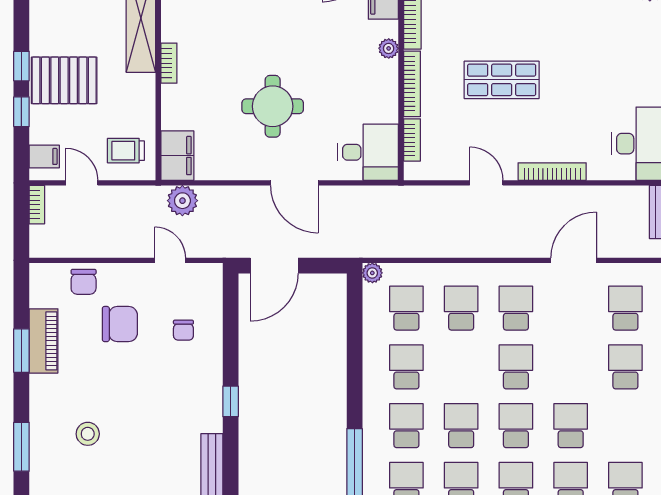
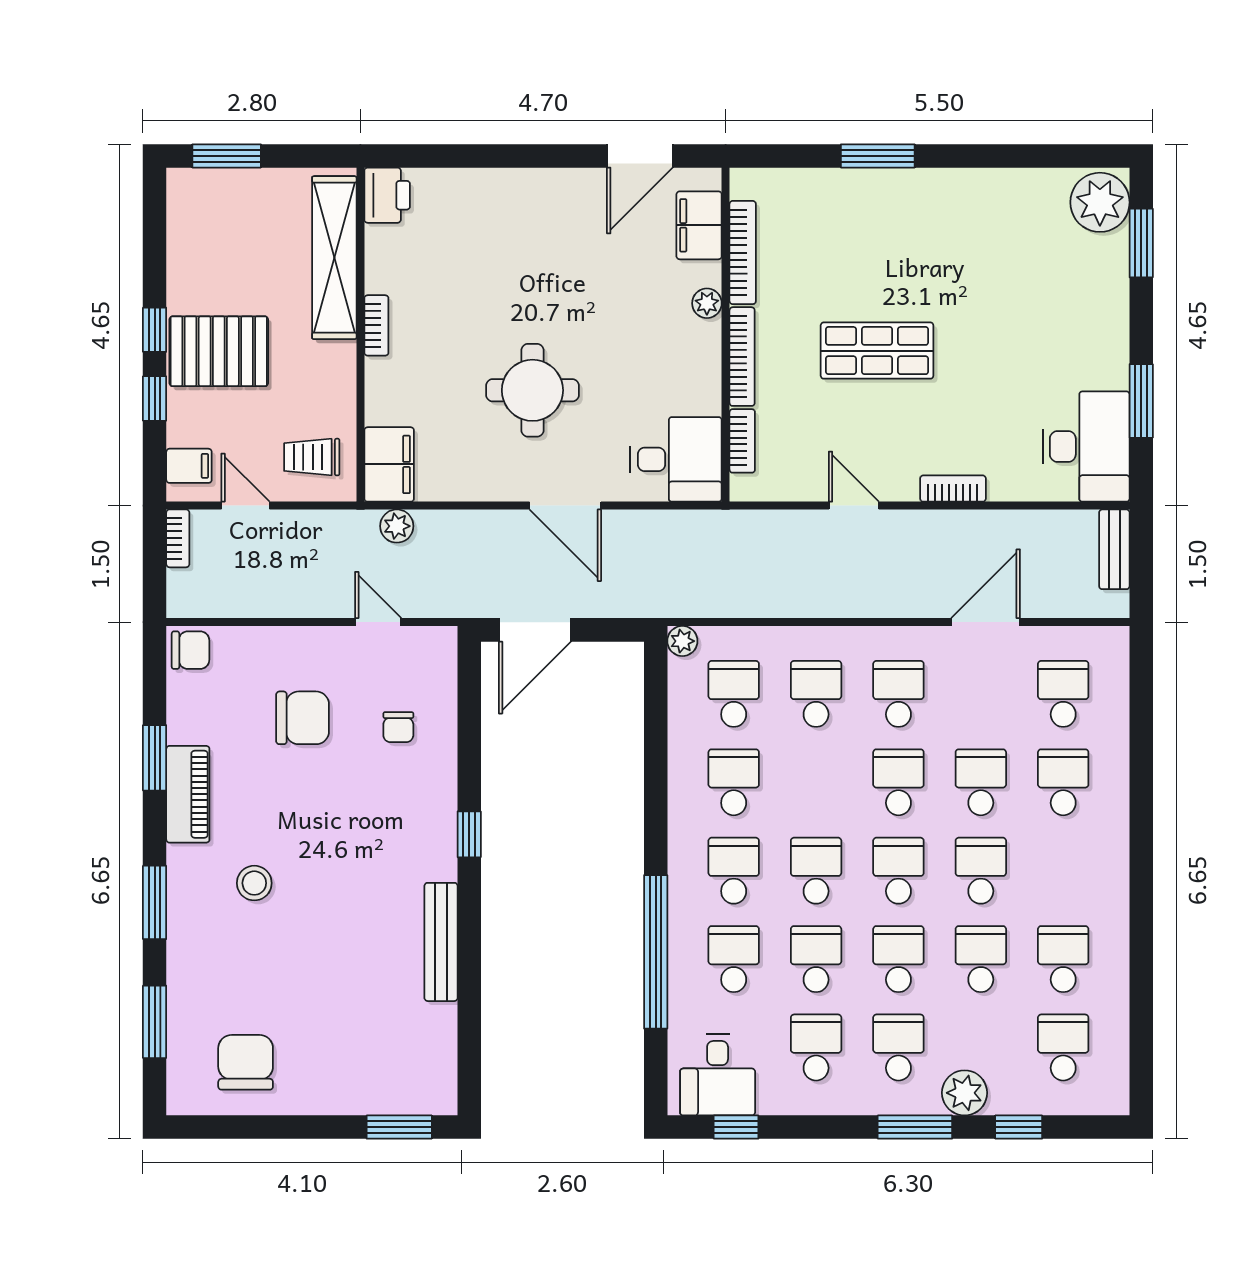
bookcase: (552, 172) -> (953, 489), width x0.64
plant: (182, 201) -> (397, 526), width x0.73, depth x0.73
chair: (84, 282) -> (191, 650), moved, turned -90
piano: (44, 341) -> (188, 794), moved
school desk: (571, 367) -> (981, 782), added

